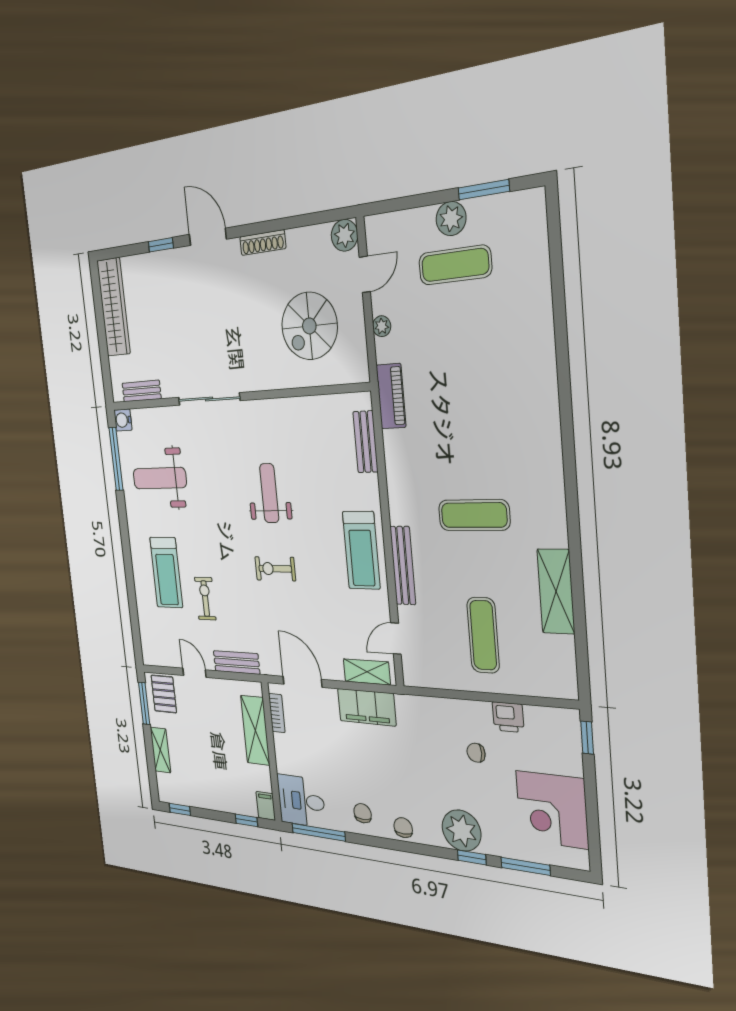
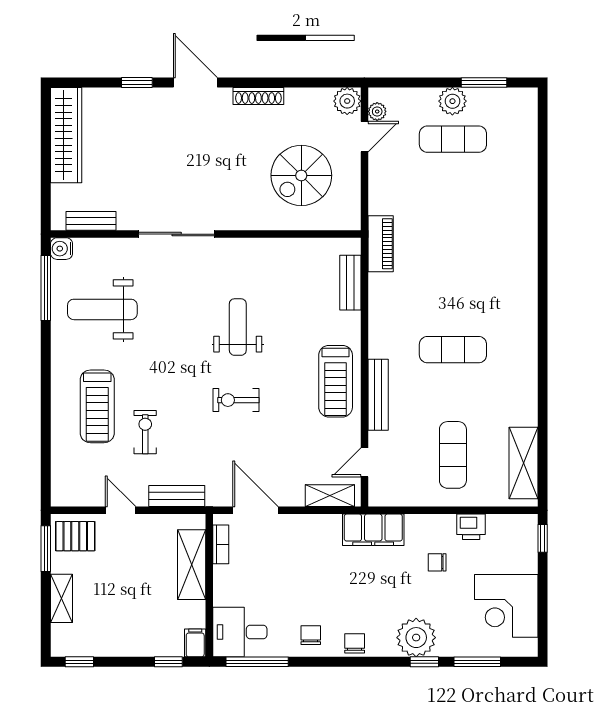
plant: (382, 326) -> (377, 111), moved
shelving: (556, 591) -> (523, 463), moved
pallet: (164, 694) -> (75, 536), turned 90
filing cabinet: (367, 707) -> (373, 530), moved

